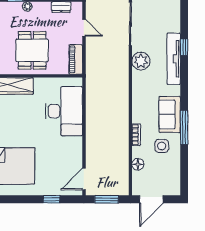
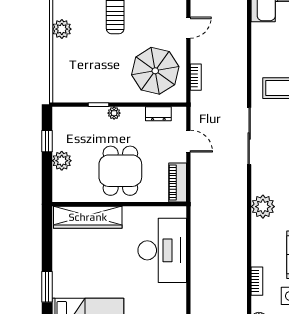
plant: (141, 61) -> (263, 207), moved

